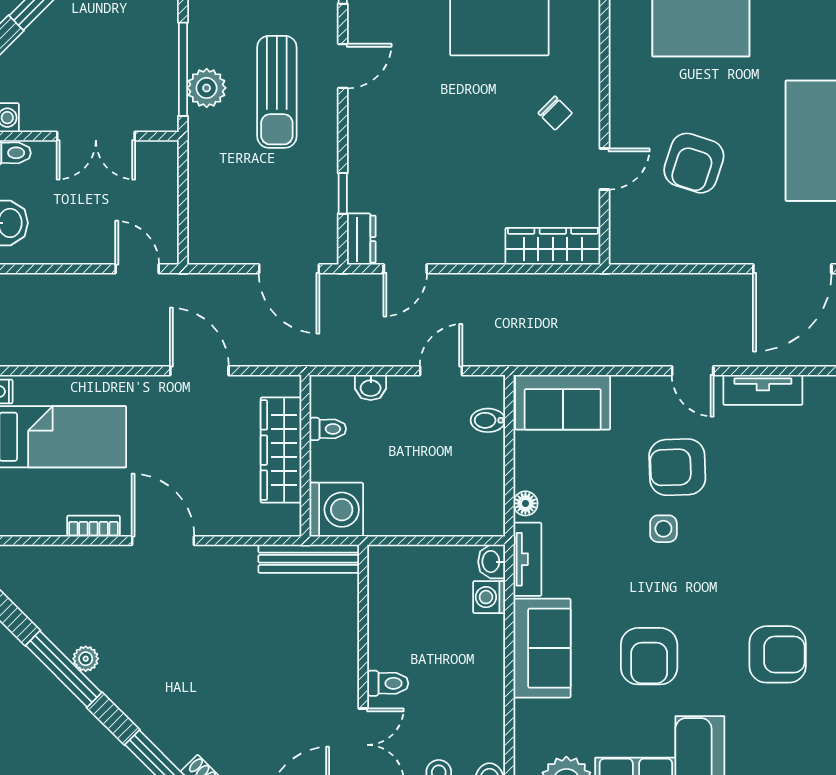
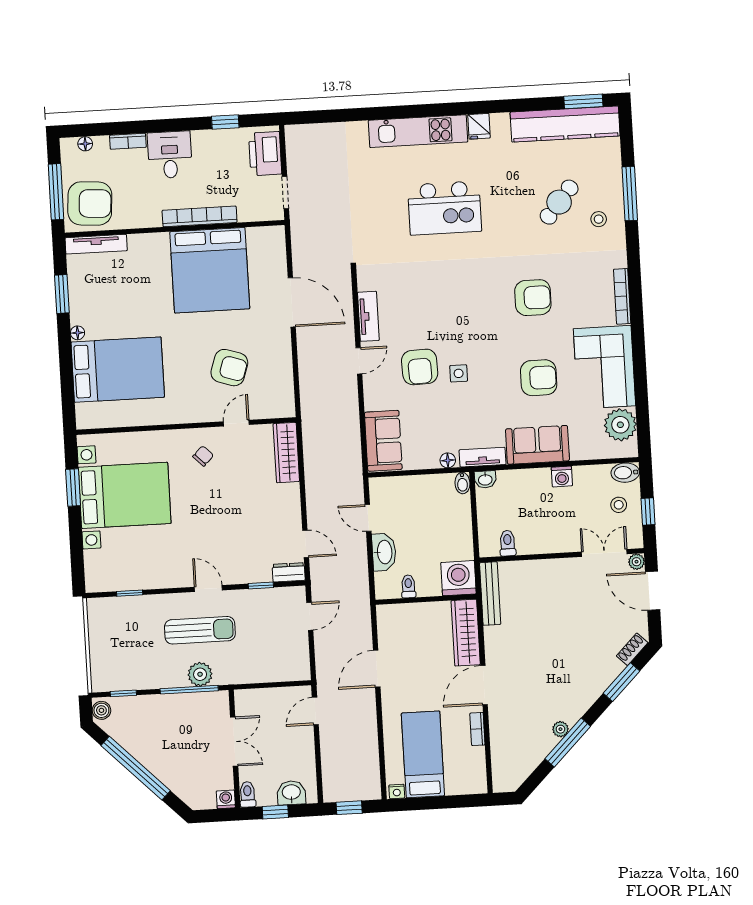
door: (343, 66) -> (208, 589), moved
door: (604, 169) -> (236, 423), hinge flipped
door: (289, 269) -> (310, 616), width x0.73
washbasin: (371, 387) -> (384, 552), width x1.91, depth x1.45
bidet: (488, 420) -> (462, 483), moved
wardrobe: (281, 450) -> (466, 633), moved, turned 90
washing machine: (489, 597) -> (562, 477), moved
armchair: (778, 654) -> (533, 298), turned 90
toilet: (388, 683) -> (508, 543), moved

